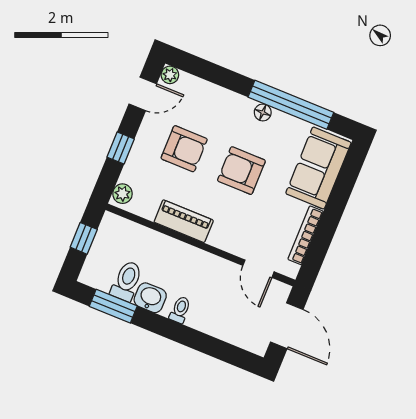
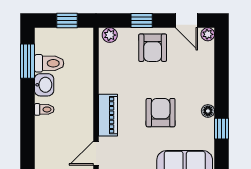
window: (291, 105) -> (222, 129), width x0.32
armchair: (184, 149) -> (153, 48), moved
piano: (184, 221) -> (108, 115), moved

